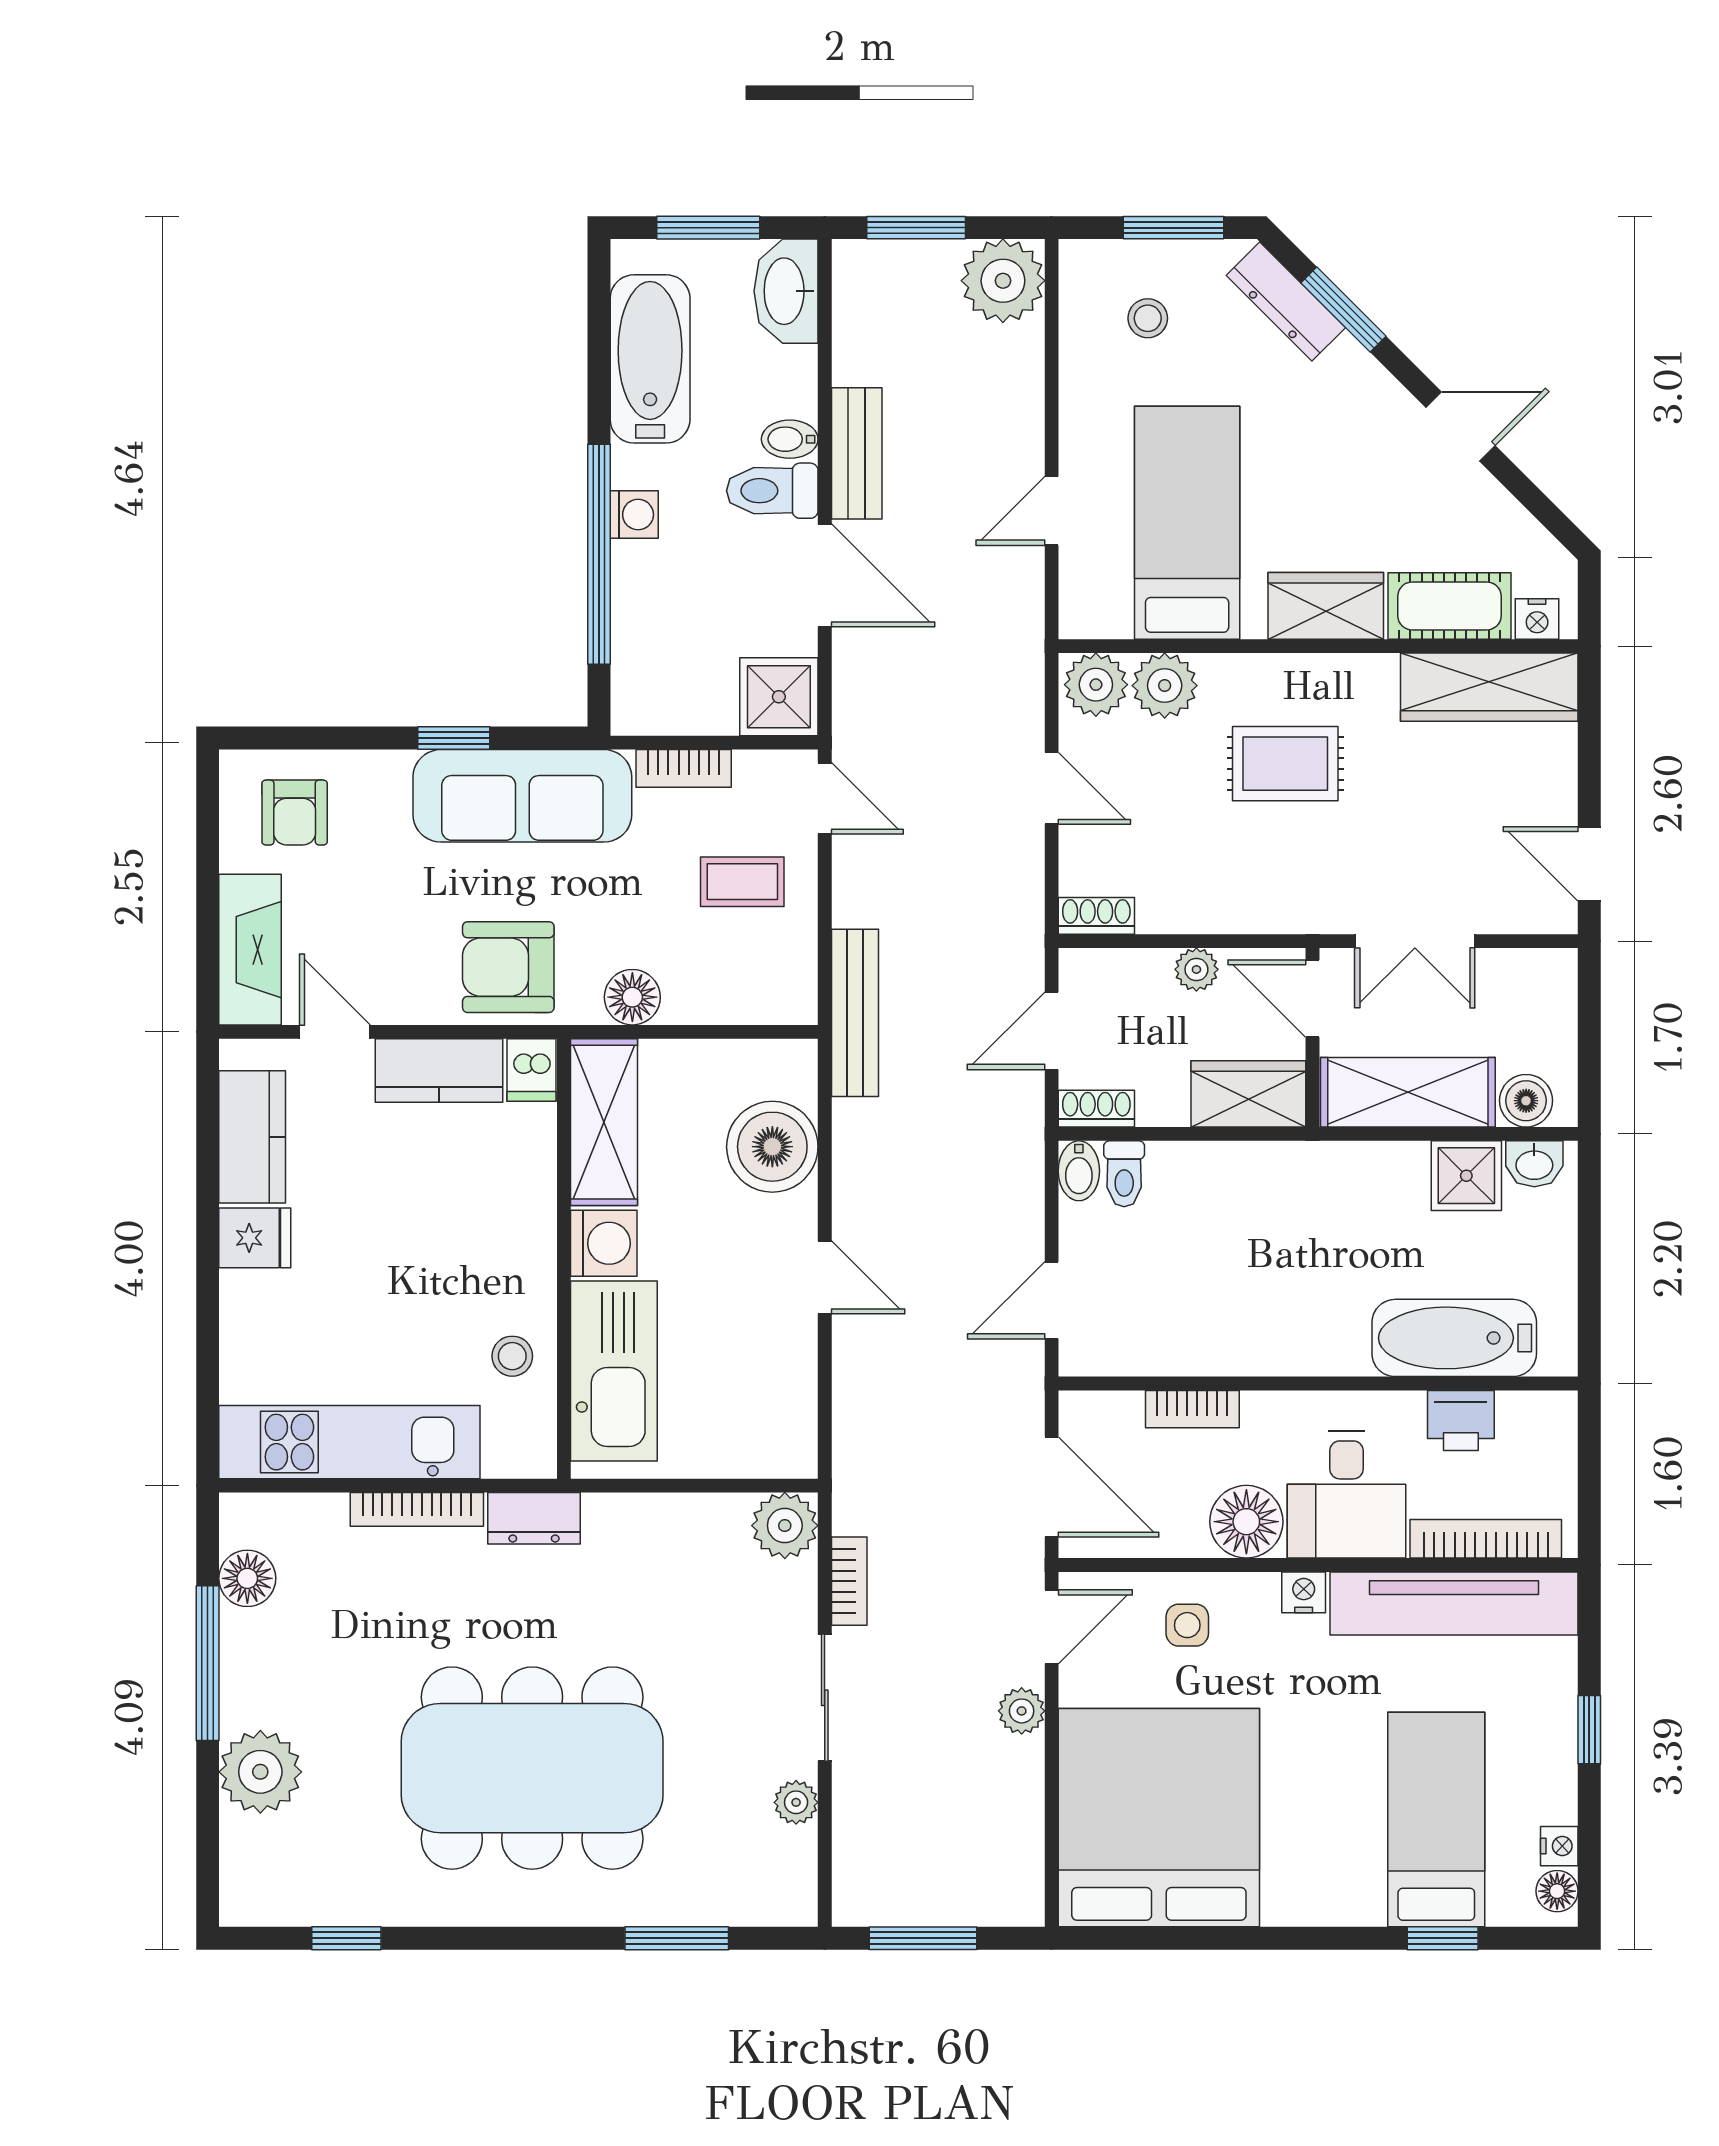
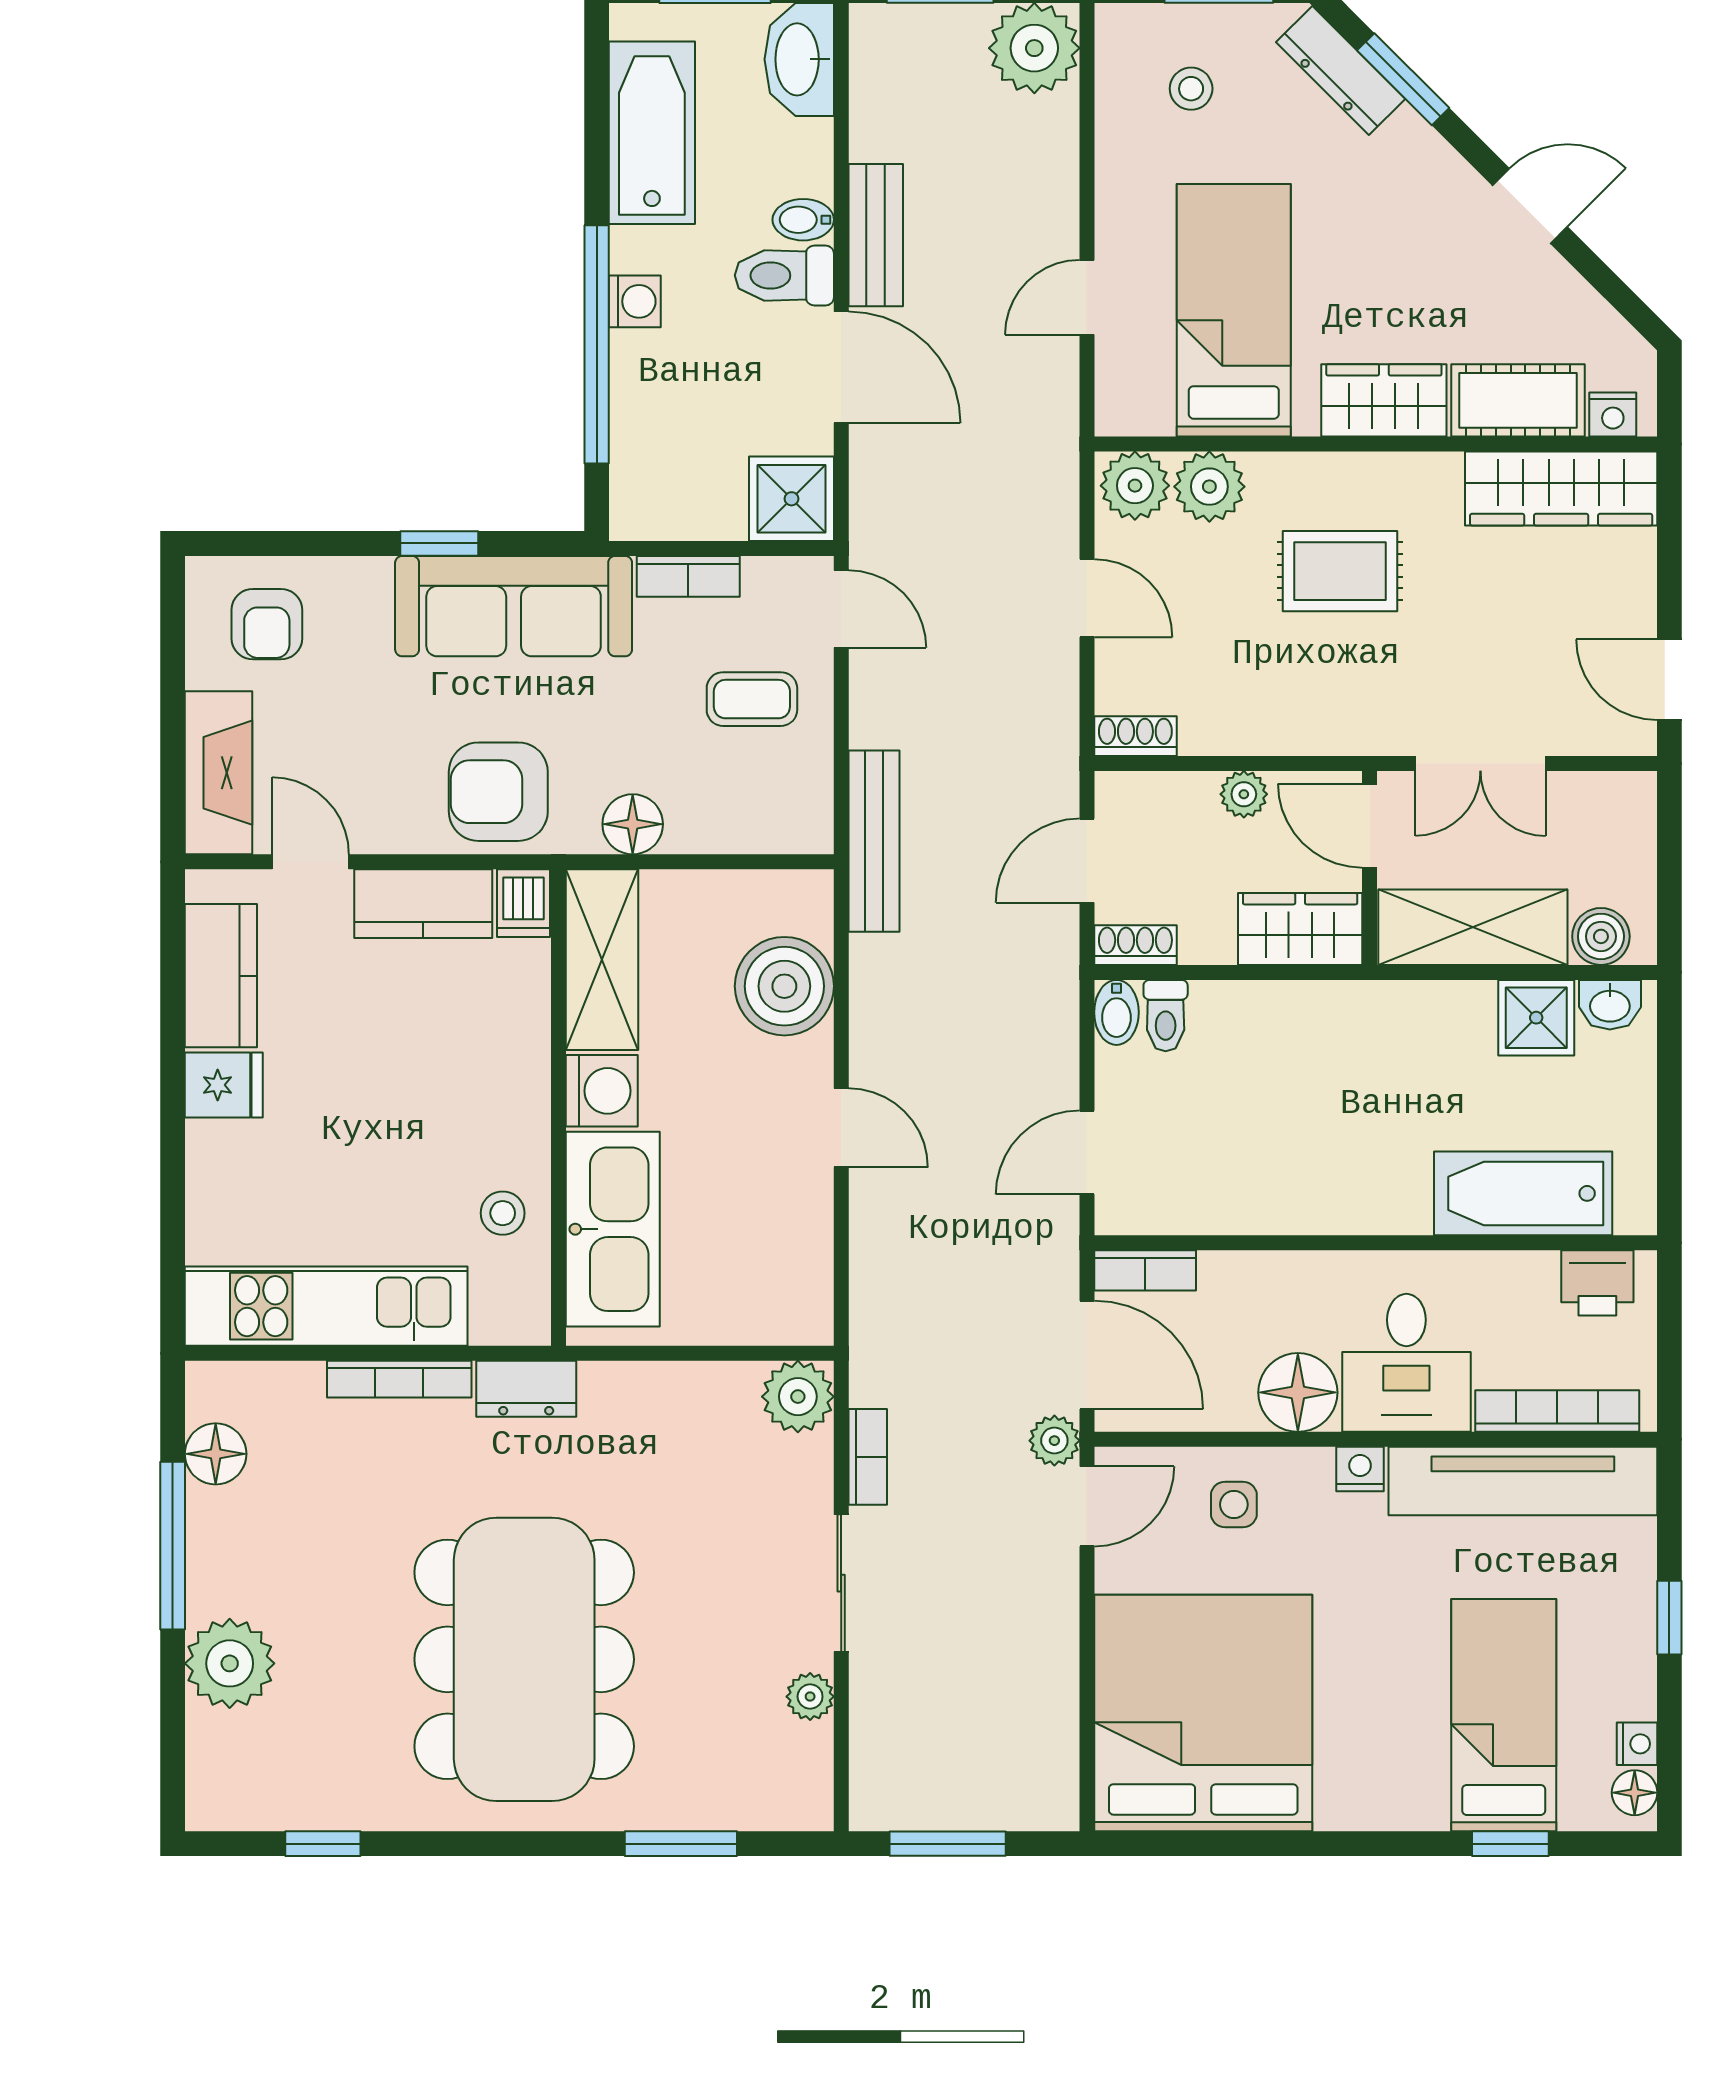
bookcase: (1192, 1409) -> (1145, 1270), moved
printer: (1461, 1420) -> (1597, 1283), moved
plant: (1022, 1711) -> (1054, 1441), moved
dining table: (532, 1768) -> (524, 1659), turned 90

